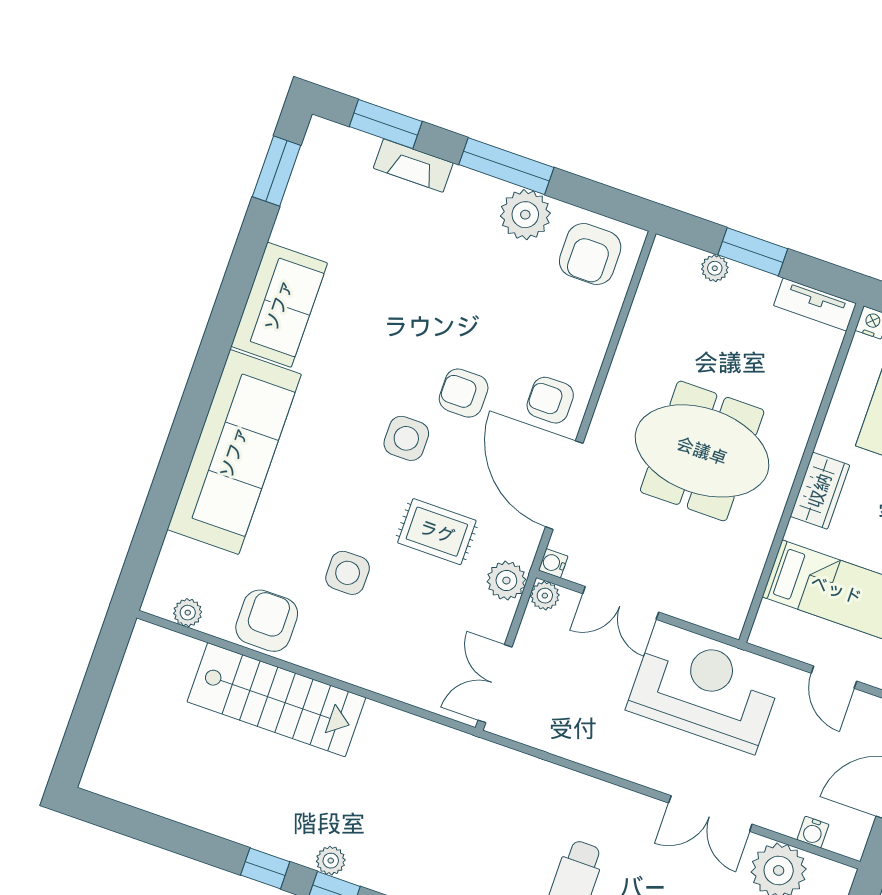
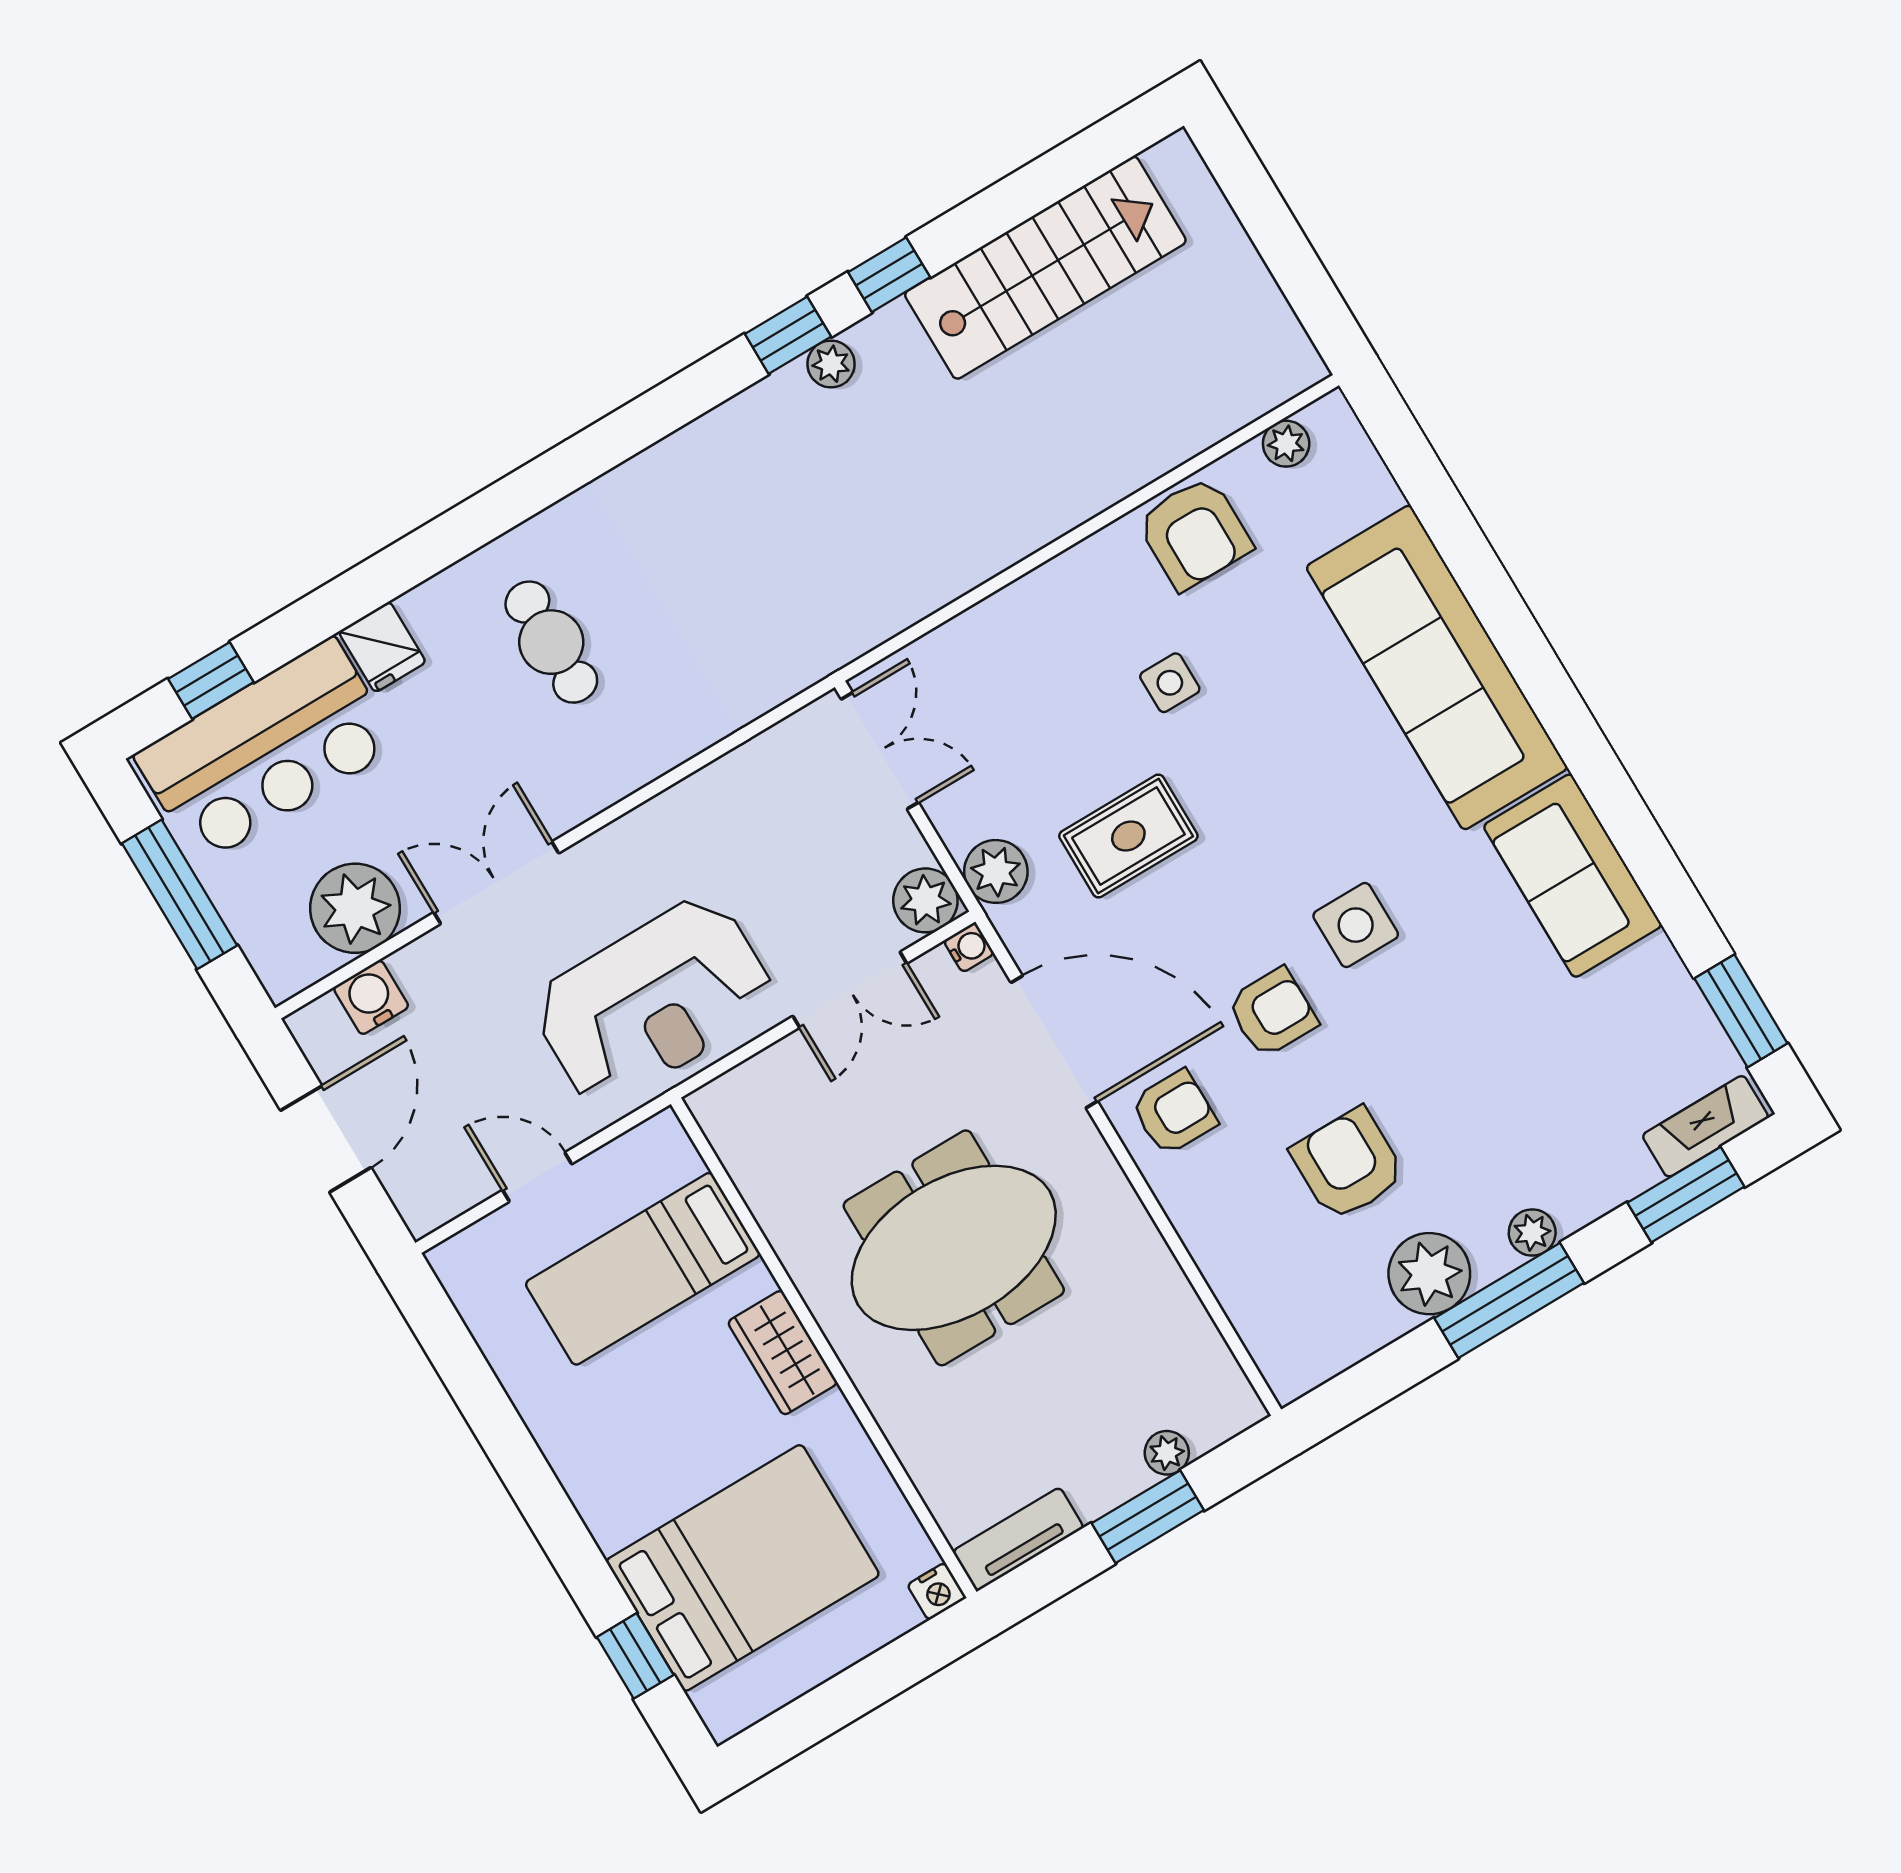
fireplace: (413, 166) -> (1705, 1126), moved
plant: (465, 182) -> (1532, 1232), added
armchair: (590, 254) -> (1348, 1164), moved
side table: (406, 438) -> (1356, 925), moved
side table: (348, 573) -> (1170, 683), width x0.73, depth x0.73
plant: (545, 596) -> (925, 900), width x1.38, depth x1.38
double door: (621, 603) -> (850, 990), swing flipped
stairs: (276, 700) -> (1045, 268), moved, turned 180
water cooler: (813, 832) -> (371, 997), width x1.38, depth x1.38

